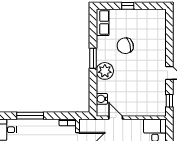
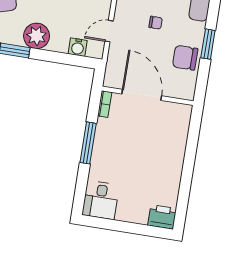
window: (30, 116) -> (88, 143), moved

